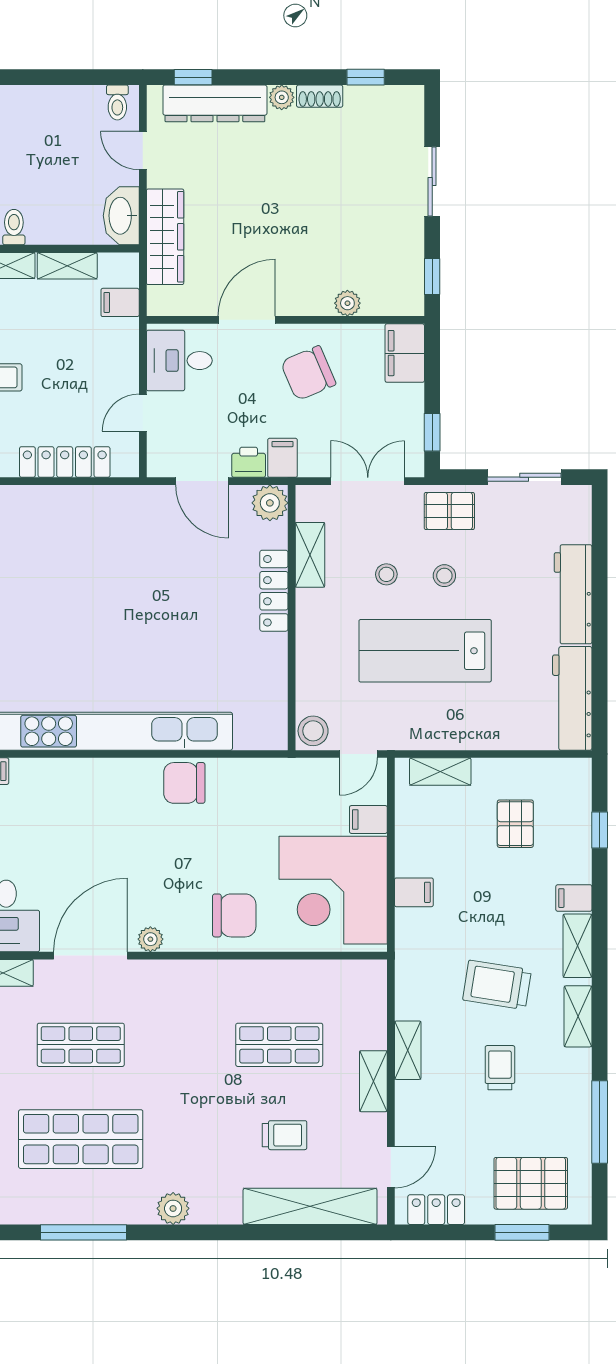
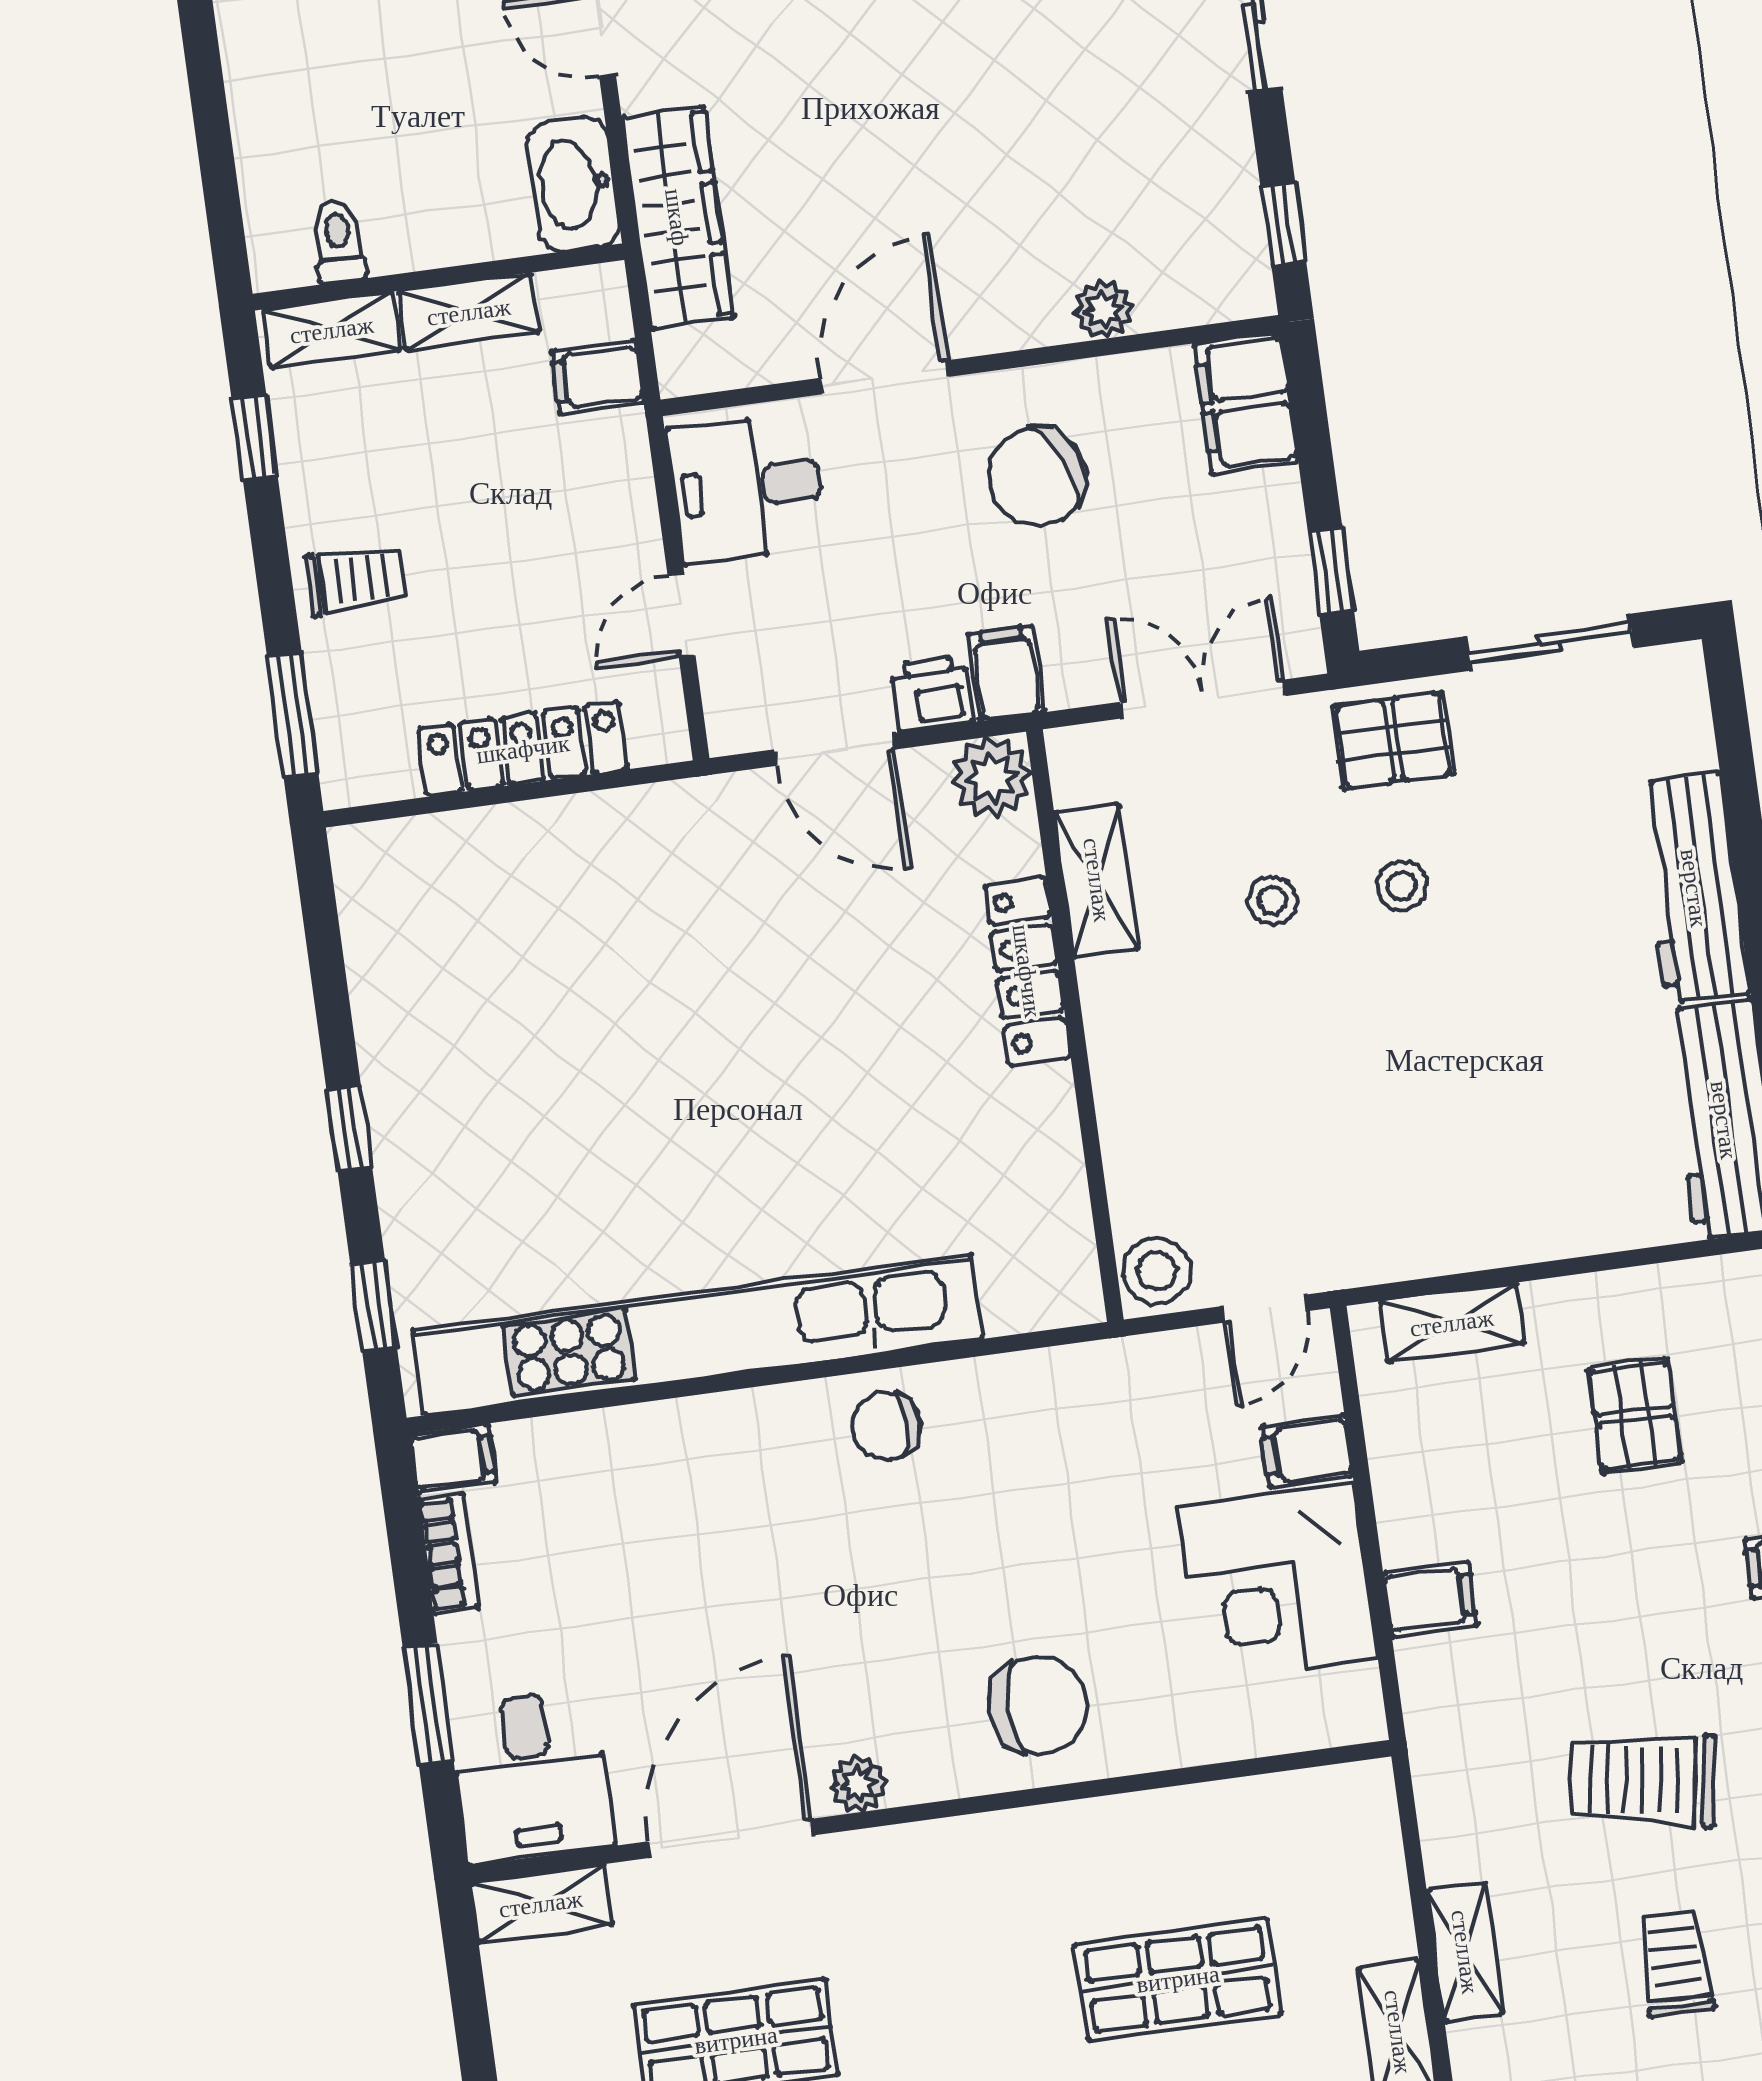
lab bench: (425, 651) -> (1382, 1059), removed
chair: (184, 783) -> (887, 1426), width x0.73, depth x0.73
corner desk: (333, 890) -> (1278, 1583), width x0.74, depth x0.74

